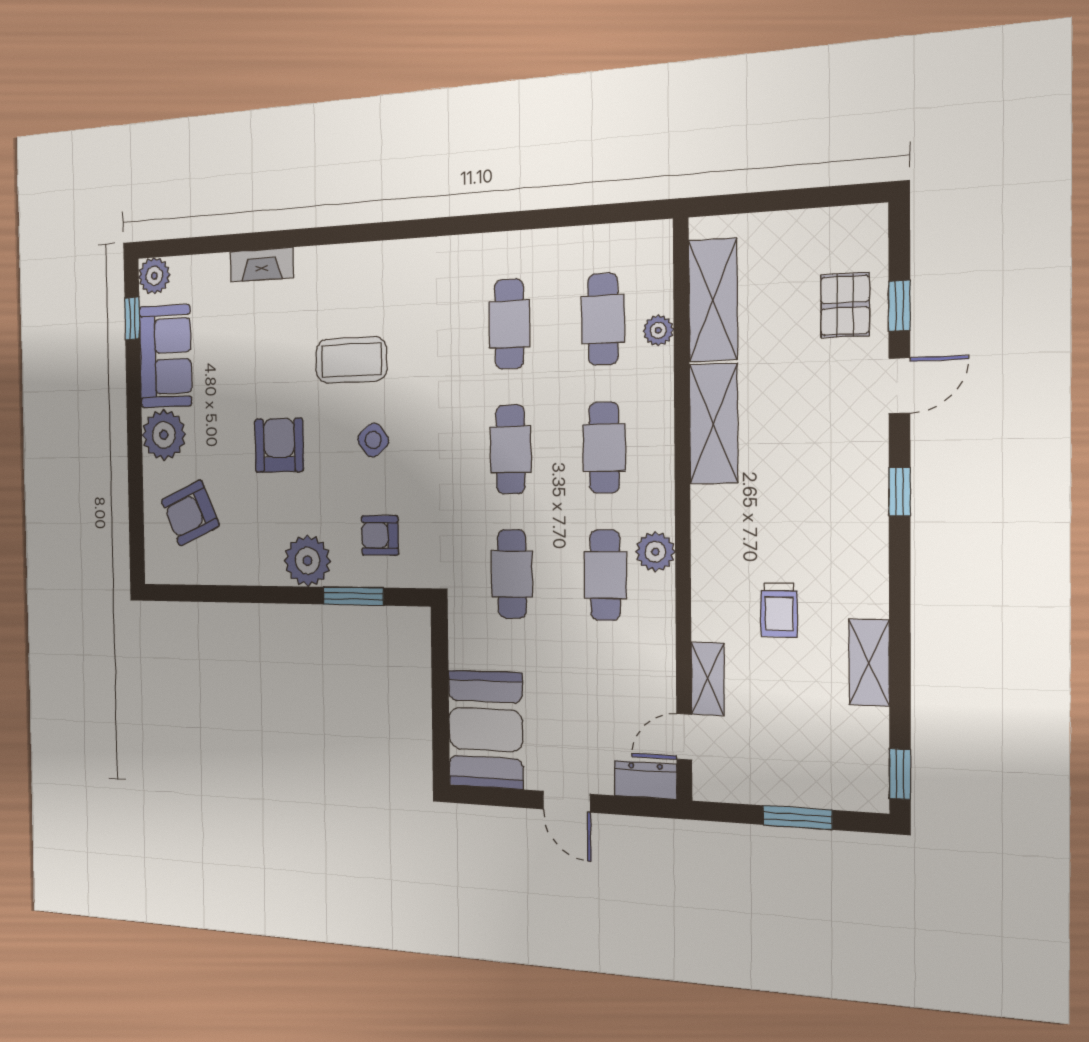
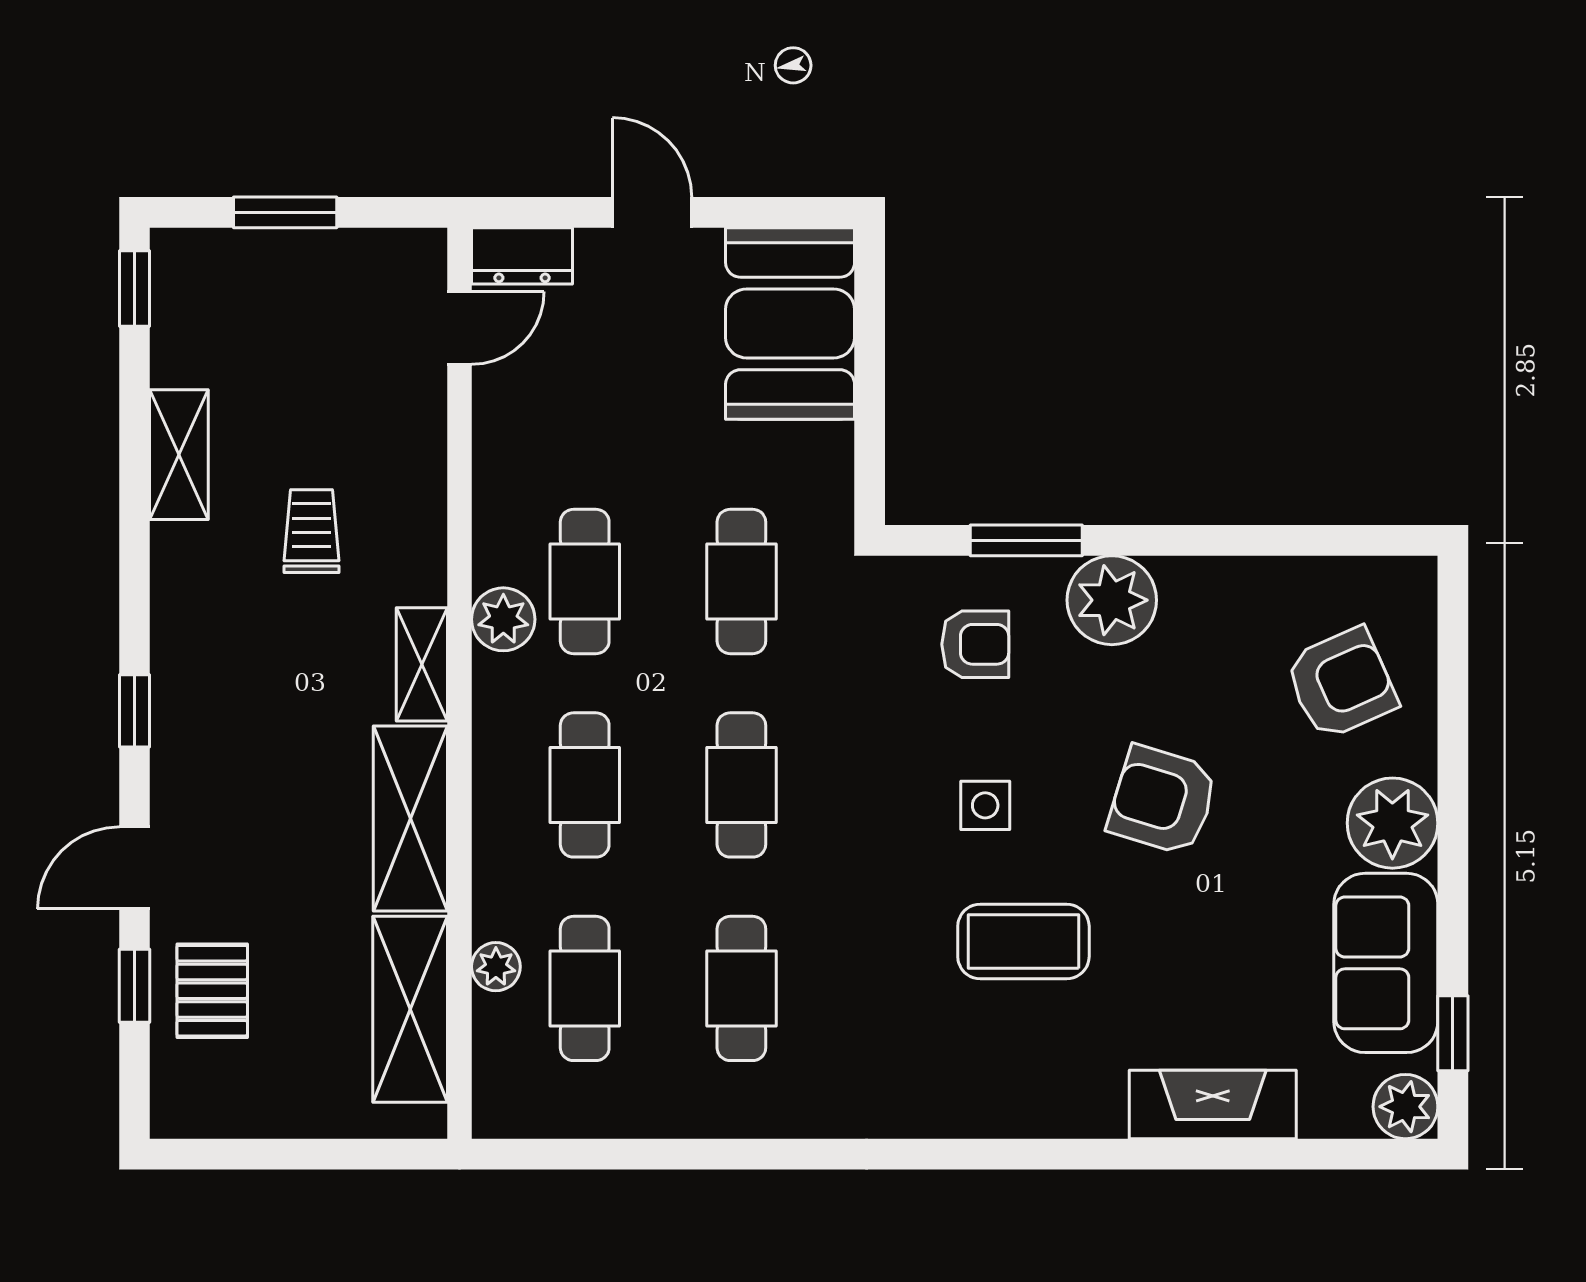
fireplace: (262, 265) -> (1213, 1105), width x1.37, depth x1.32
side table: (373, 440) -> (985, 805), turned 38
armchair: (279, 445) -> (1163, 800), turned 107
shelving: (708, 679) -> (422, 664), moved

